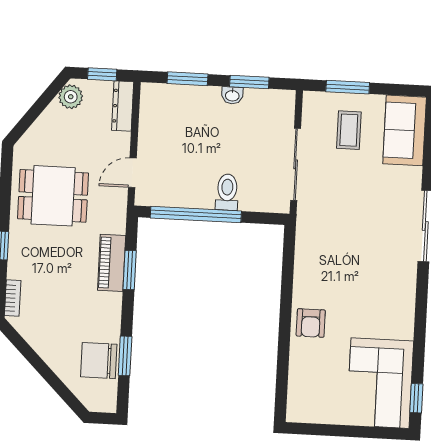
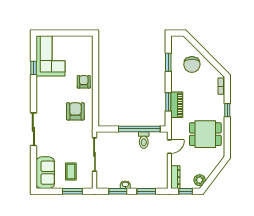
toilet: (227, 192) -> (144, 140), moved
armchair: (332, 260) -> (75, 111), added
chair: (99, 361) -> (192, 64), moved, turned 90
window: (416, 398) -> (33, 68), moved

